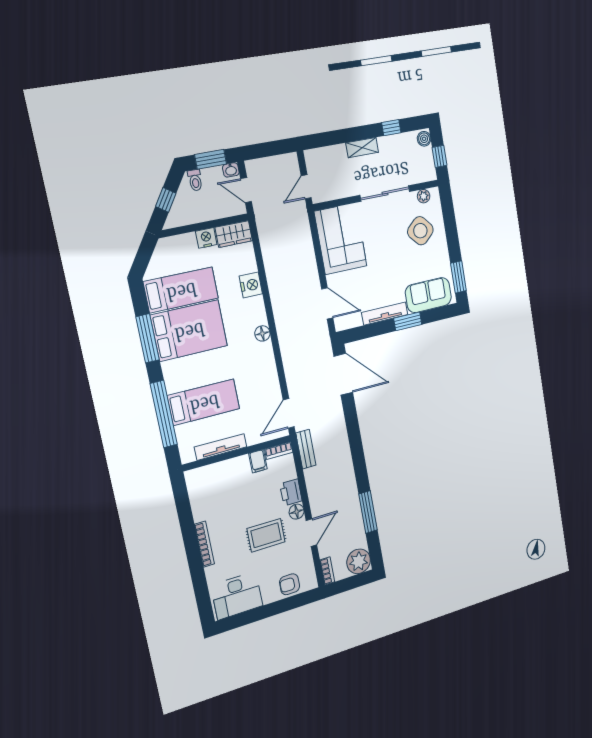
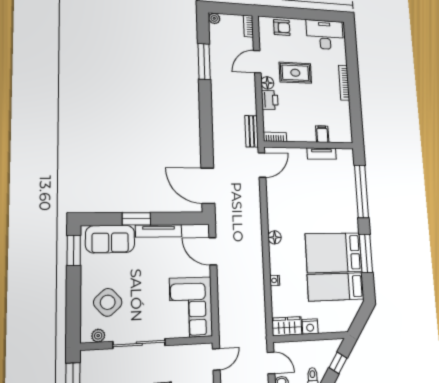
nightstand: (251, 285) -> (275, 280), width x0.53, depth x0.56
bed: (204, 402) -> (330, 193), removed
tv unit: (221, 447) -> (322, 154), width x0.71
filing cabinet: (258, 461) -> (322, 134), moved
plant: (359, 561) -> (214, 18), width x0.53, depth x0.53

